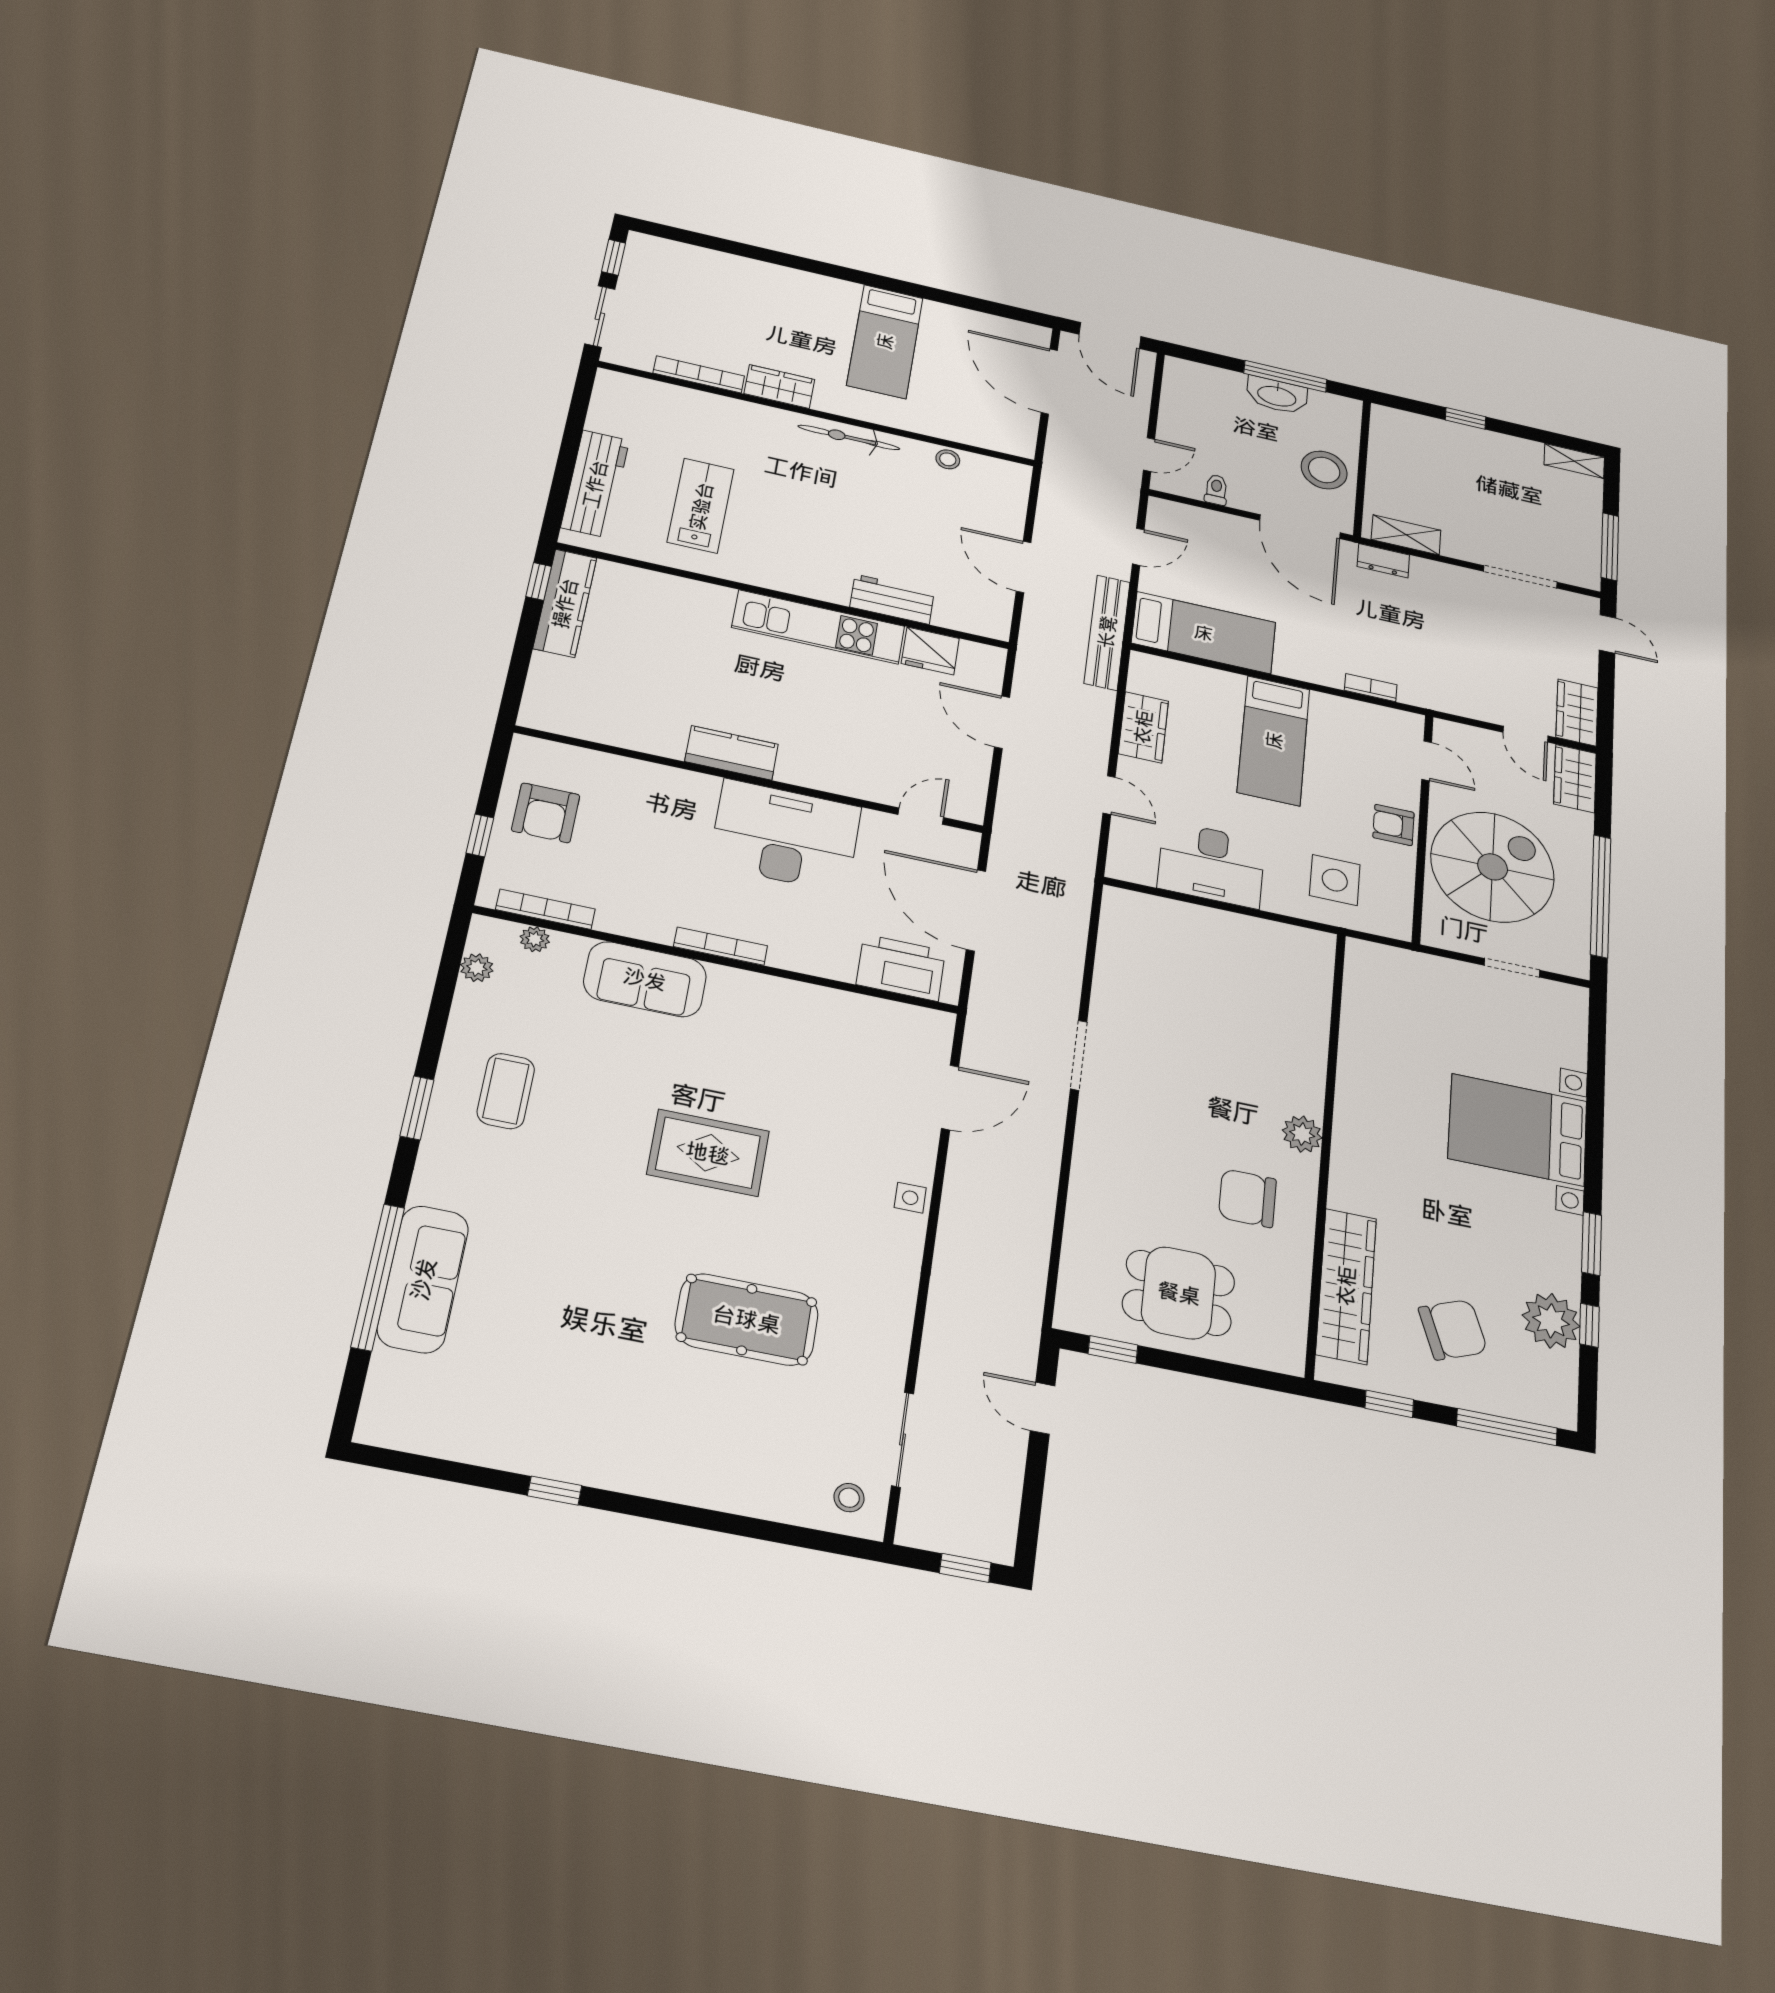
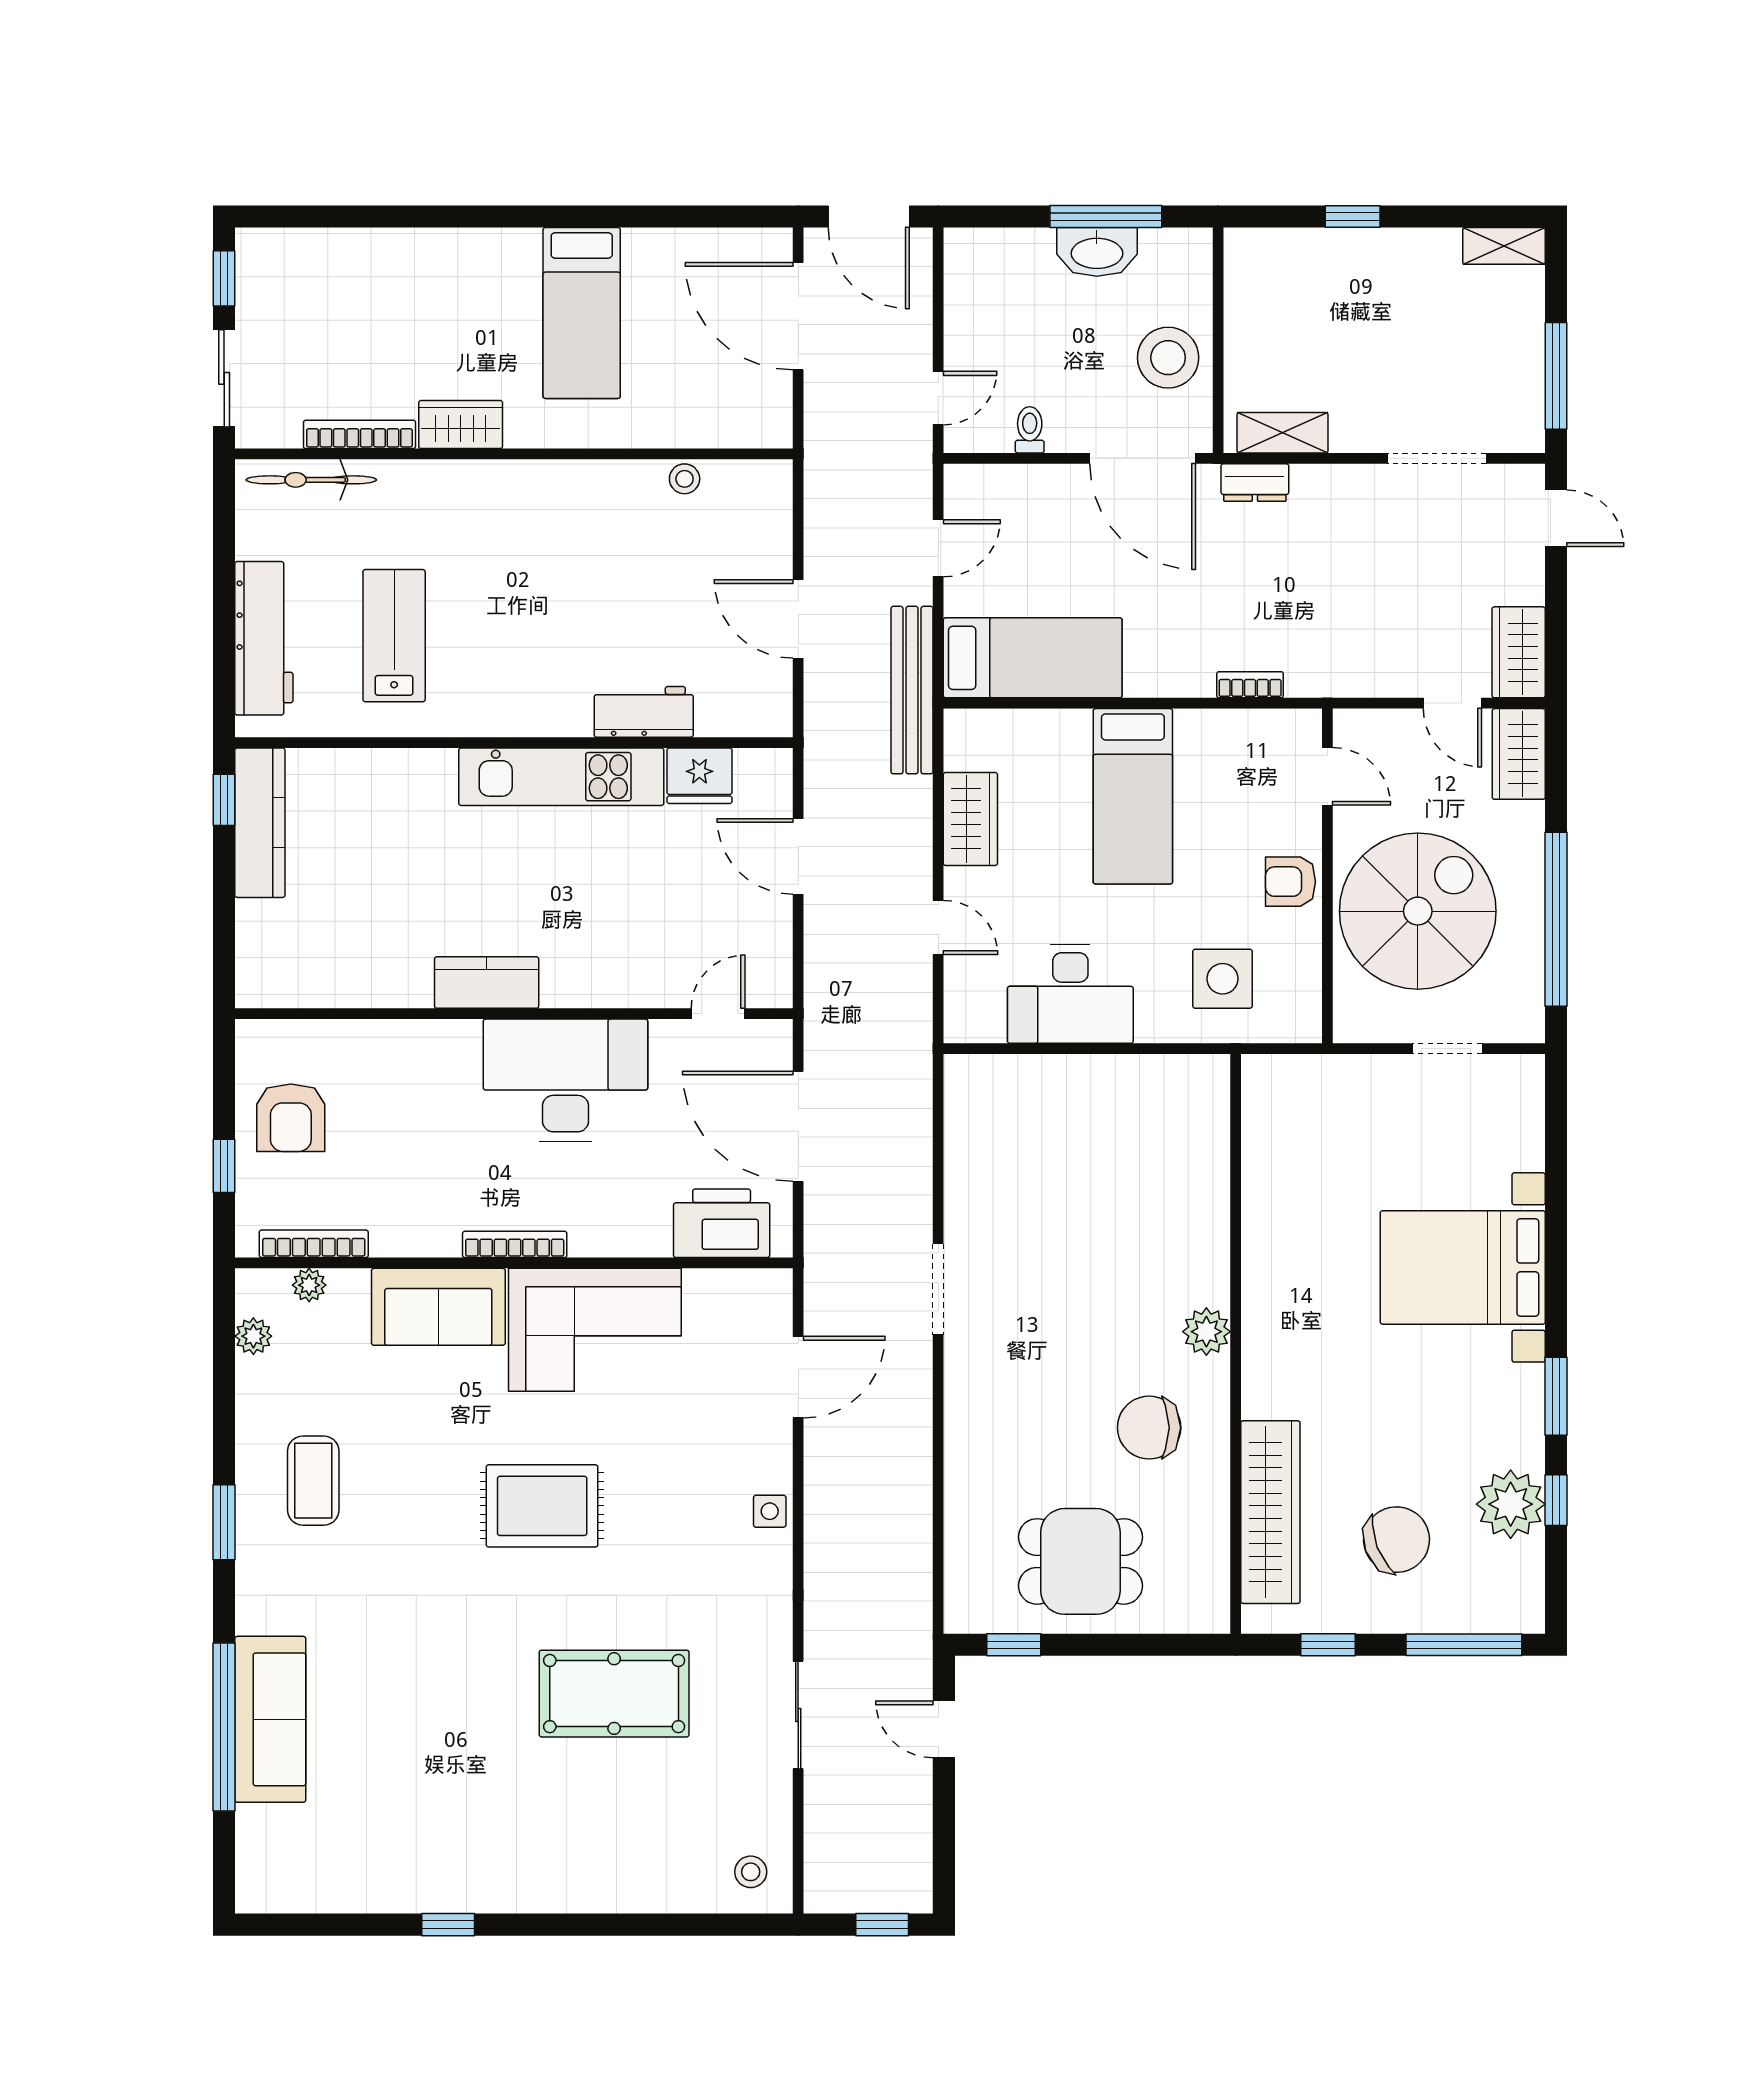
bicycle: (849, 438) -> (311, 480), moved
corner sofa: (779, 1025) -> (595, 1330), added
sliding door: (903, 1440) -> (798, 1715), moved

